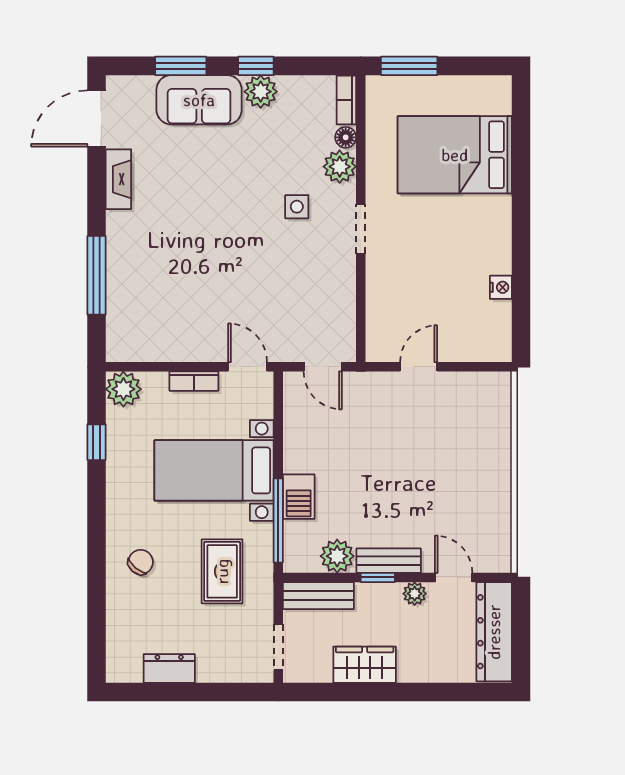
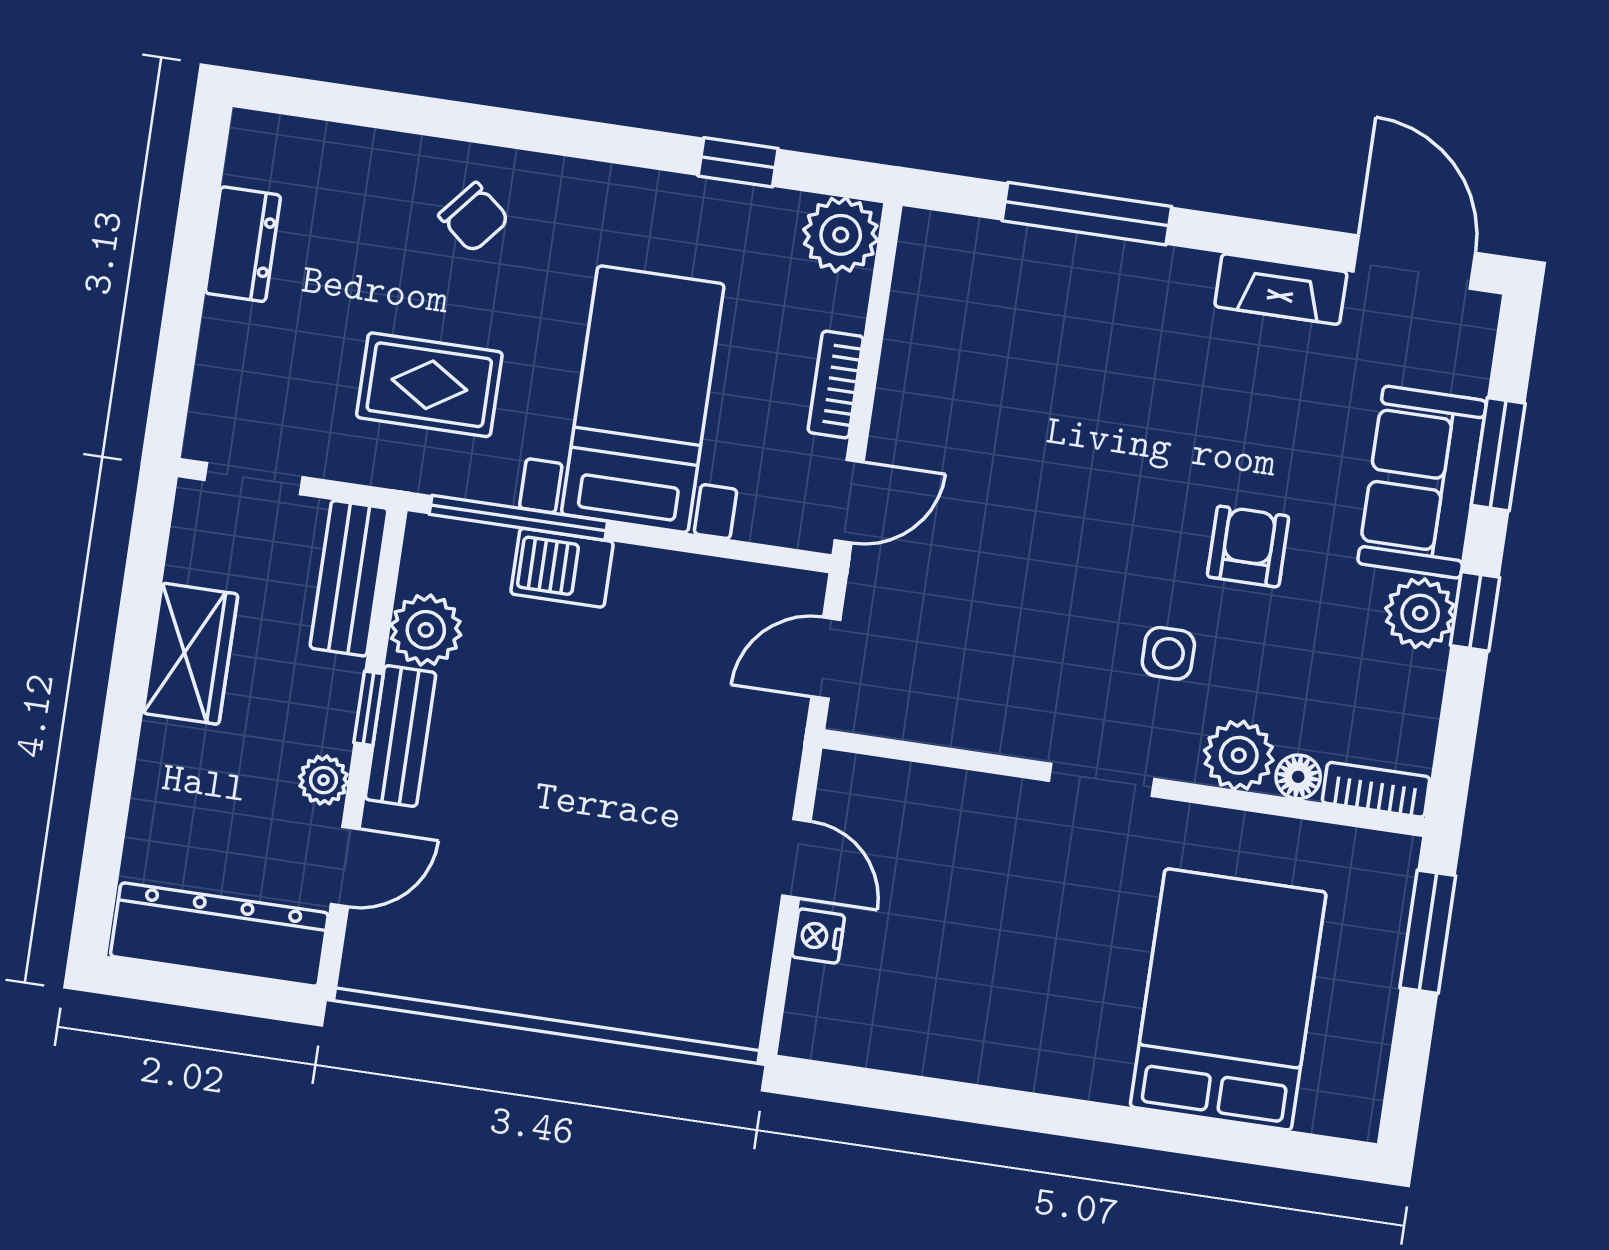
armchair: (241, 177) -> (1248, 546), added
nightstand: (501, 287) -> (818, 936), moved, turned 90

